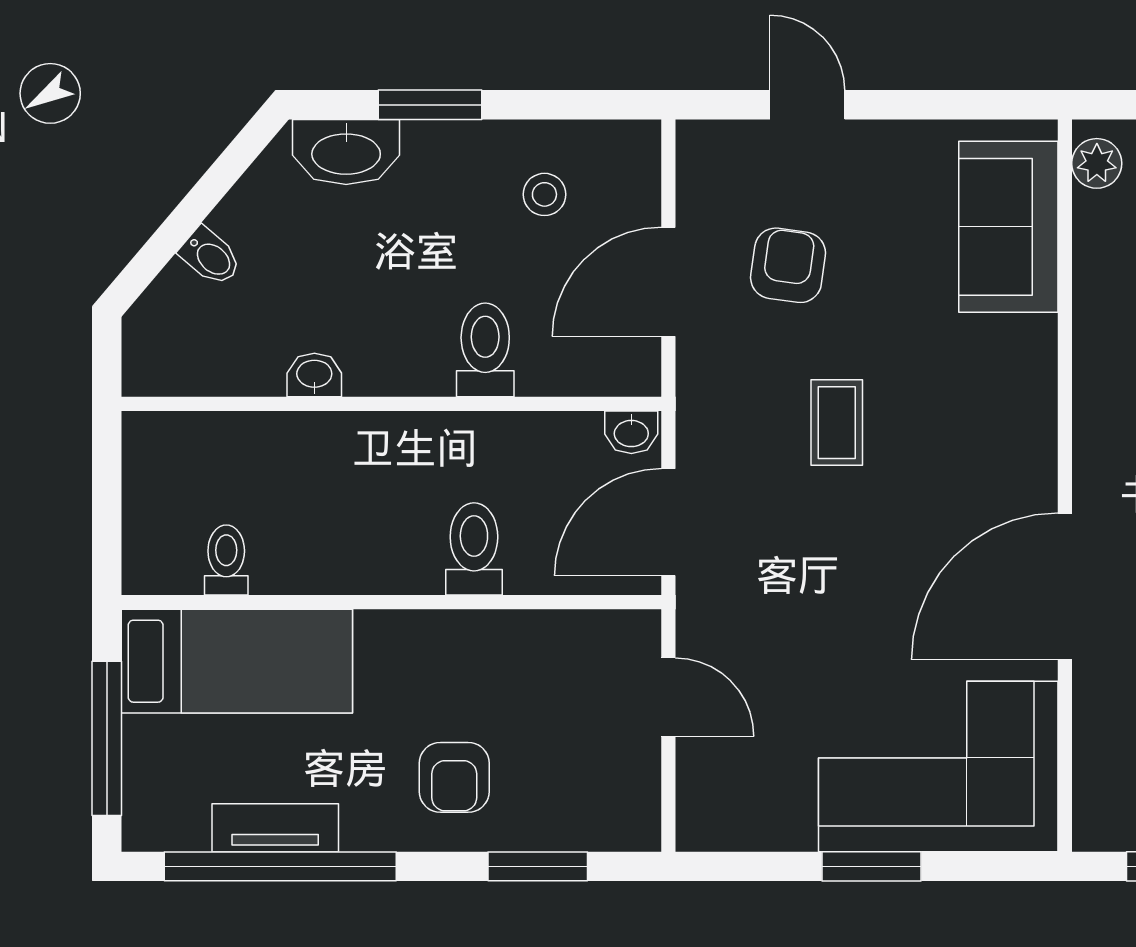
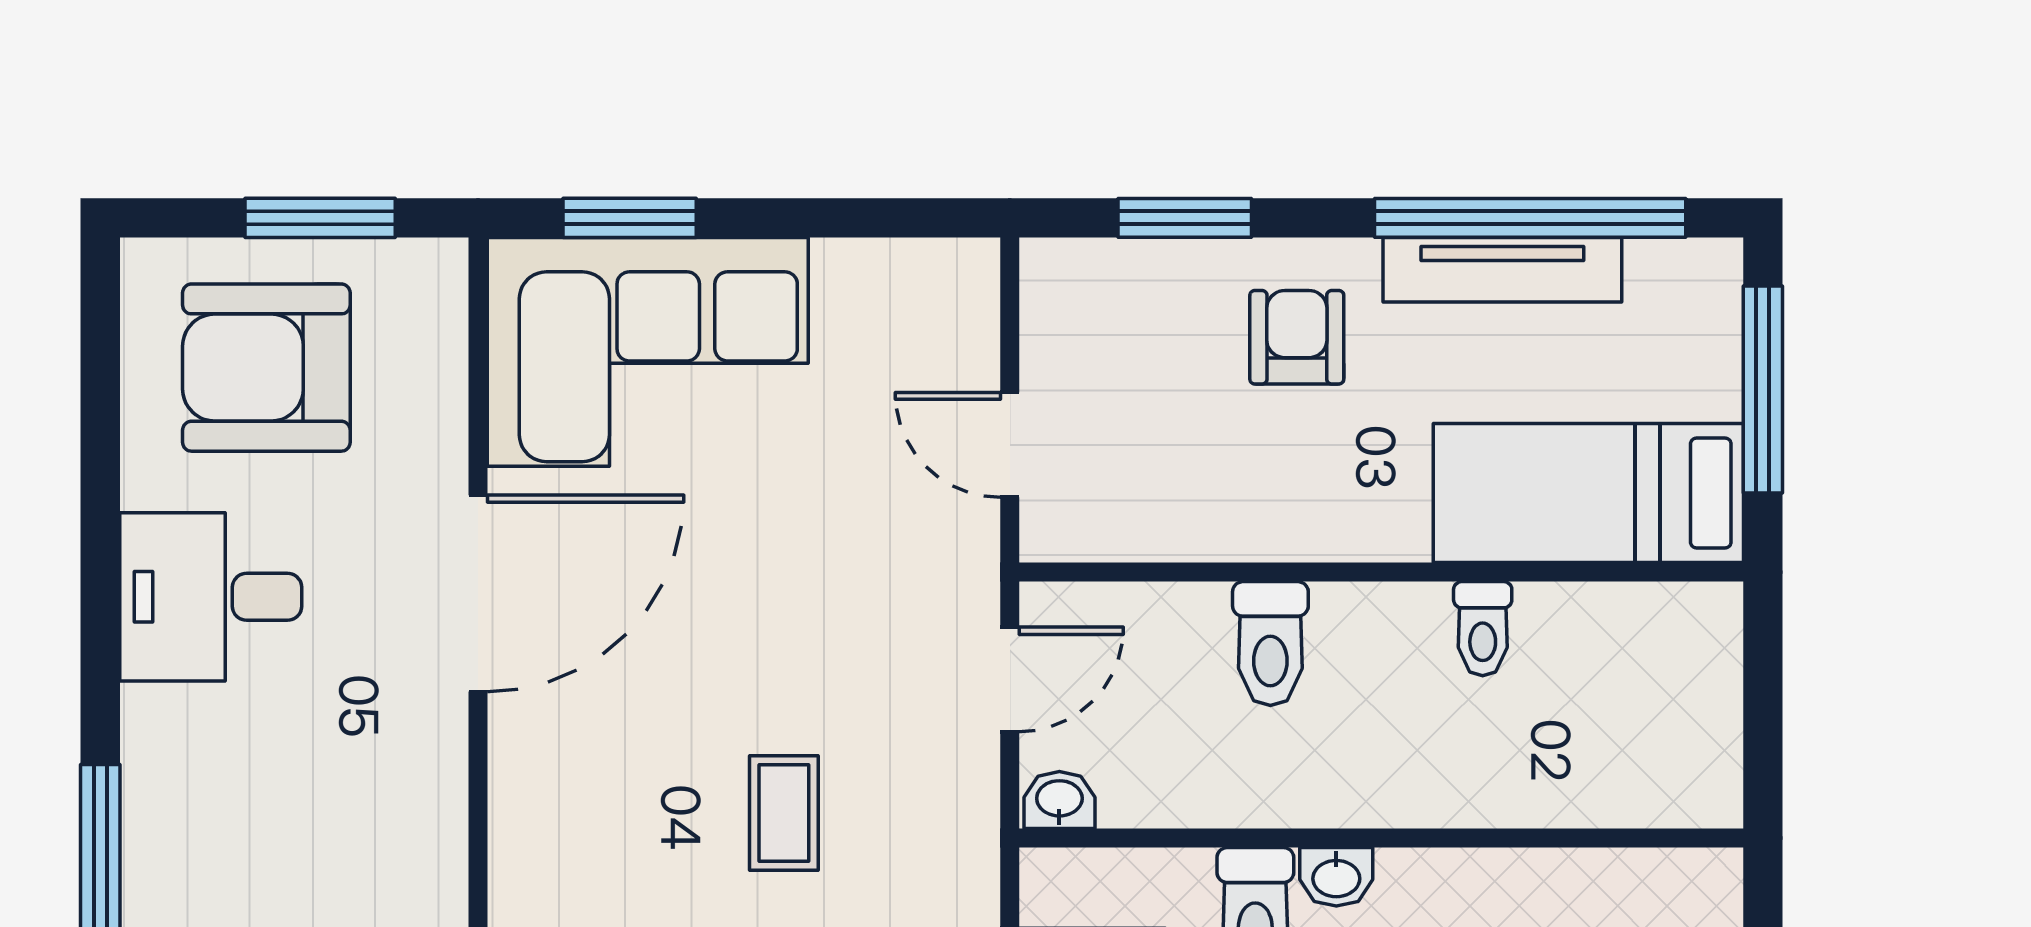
washbasin: (314, 375) -> (1336, 877), moved
door: (668, 522) -> (1010, 679), width x0.73
toilet: (226, 560) -> (1483, 629), moved
tv unit: (275, 828) -> (1502, 270), width x1.41
window: (871, 866) -> (630, 218), moved

